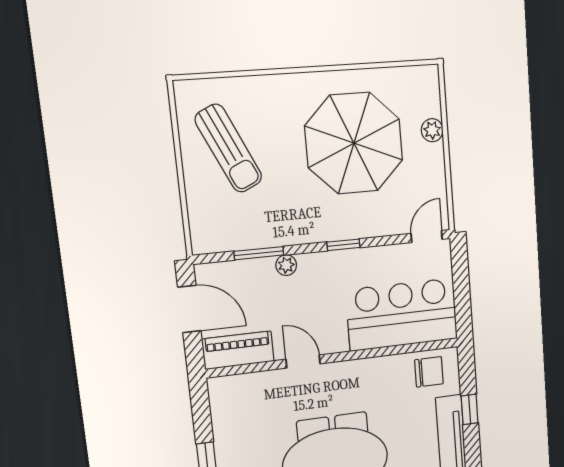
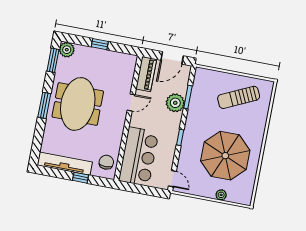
plant: (286, 265) -> (175, 103), width x1.87, depth x1.87
chair: (429, 372) -> (106, 162), turned 180

